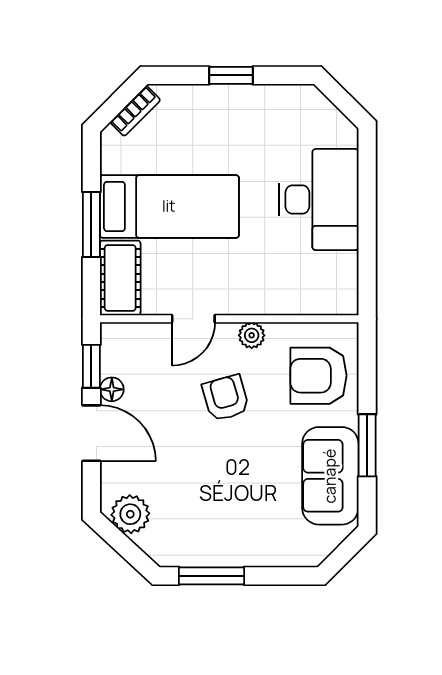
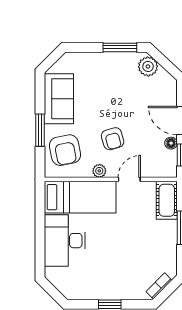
bed: (169, 206) -> (80, 197), moved, turned 180
armchair: (318, 376) -> (65, 150), turned 79
window: (367, 445) -> (40, 130), moved
plant: (130, 514) -> (148, 66), moved

